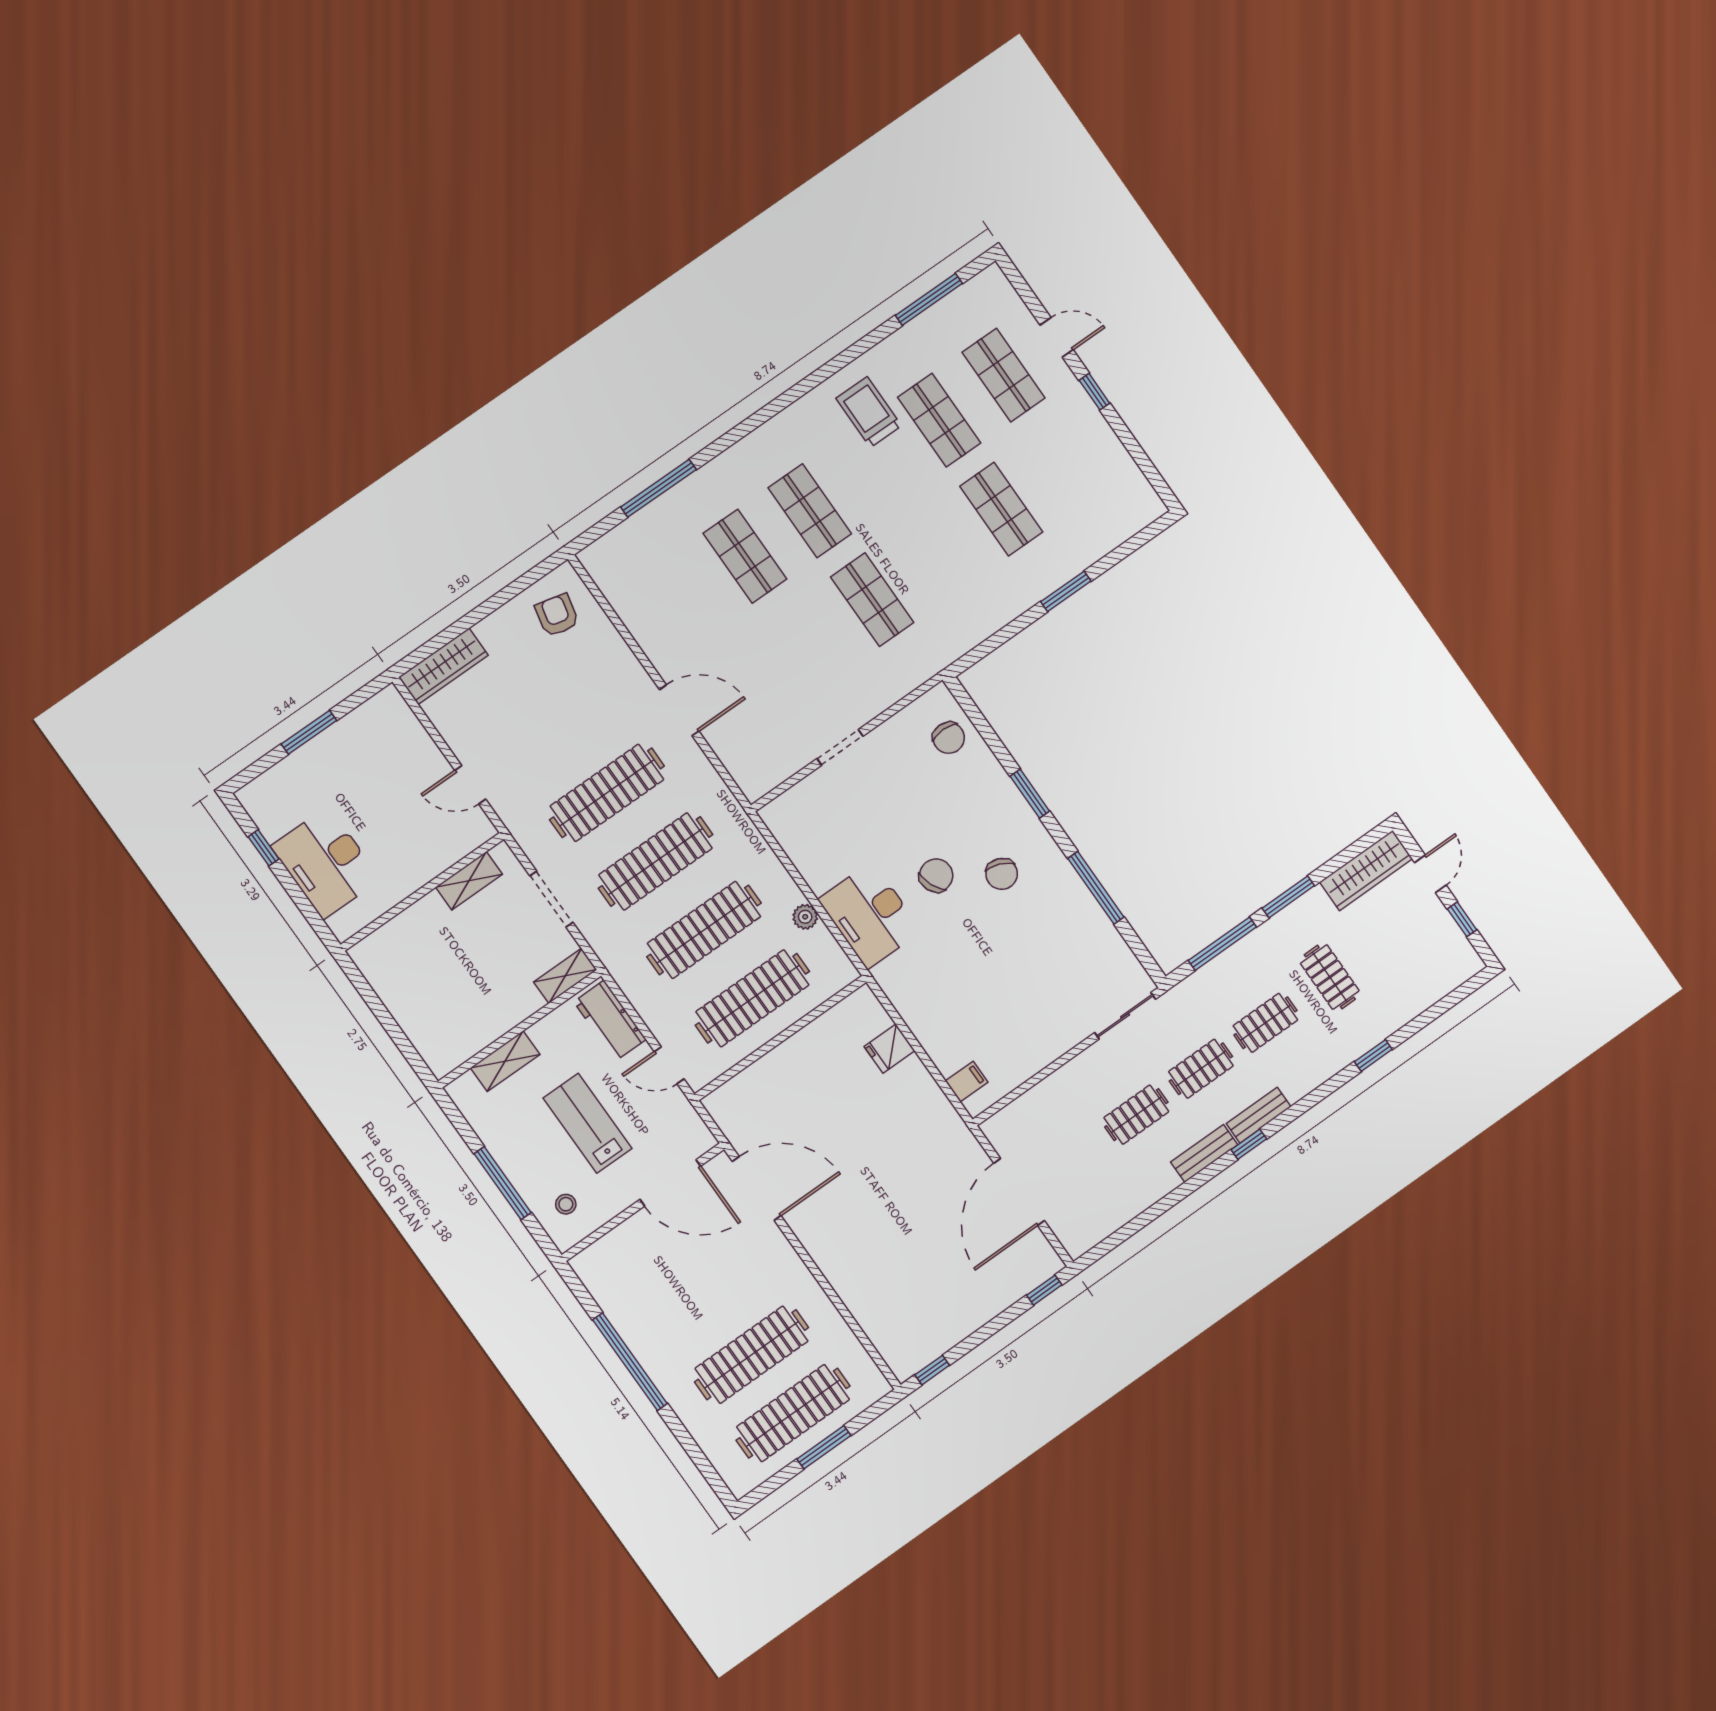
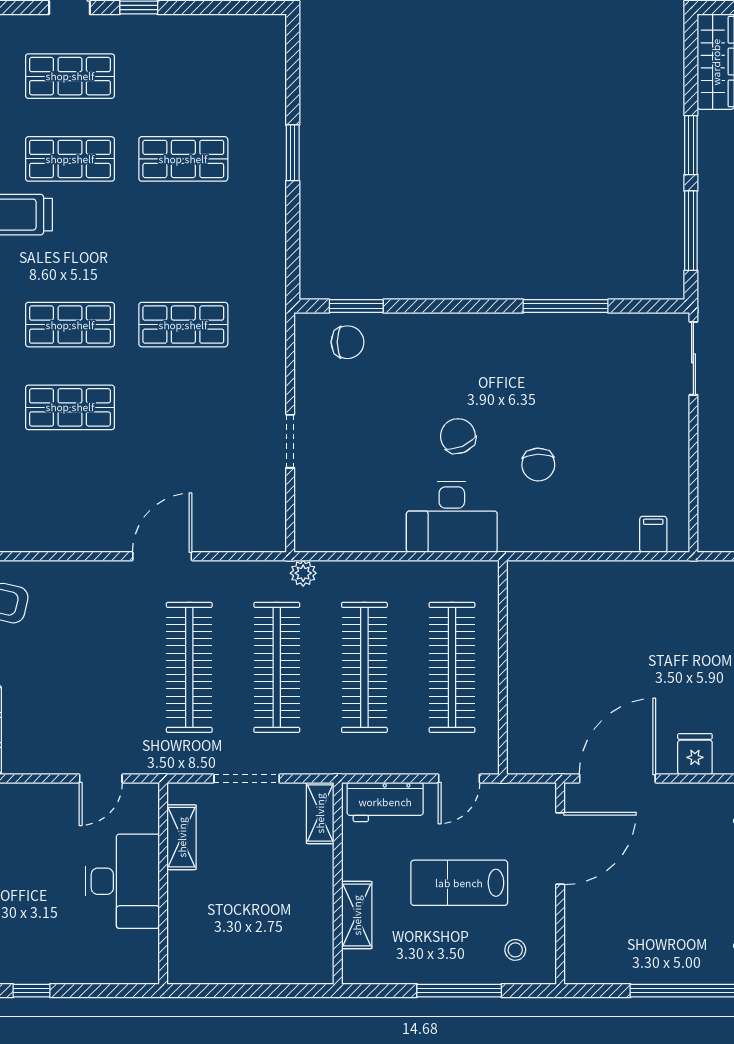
window: (1030, 794) -> (356, 306), moved
desk: (326, 863) -> (122, 881), moved, turned -90
chair: (1002, 874) -> (538, 465), moved, turned 66
plant: (805, 917) -> (303, 573), moved
fridge: (889, 1049) -> (695, 754), moved, turned 180

